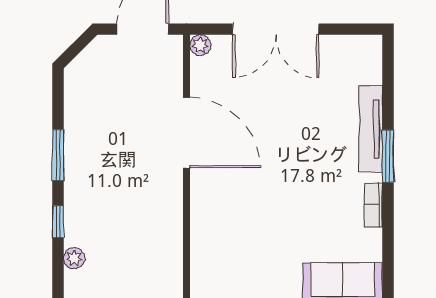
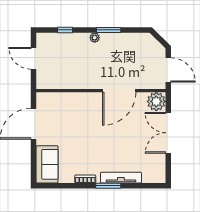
plant: (200, 45) -> (156, 101), width x1.88, depth x1.88
window: (58, 222) -> (65, 30), moved
plant: (74, 258) -> (95, 38), moved

